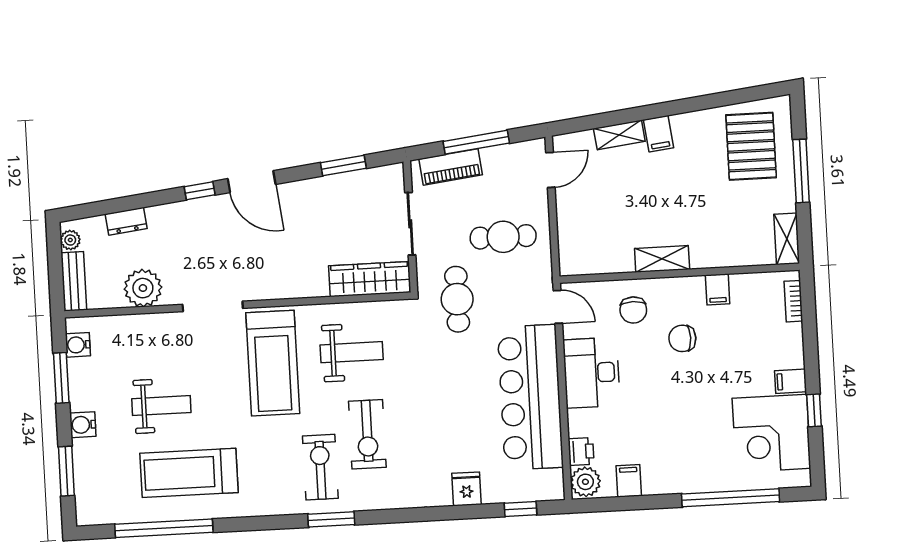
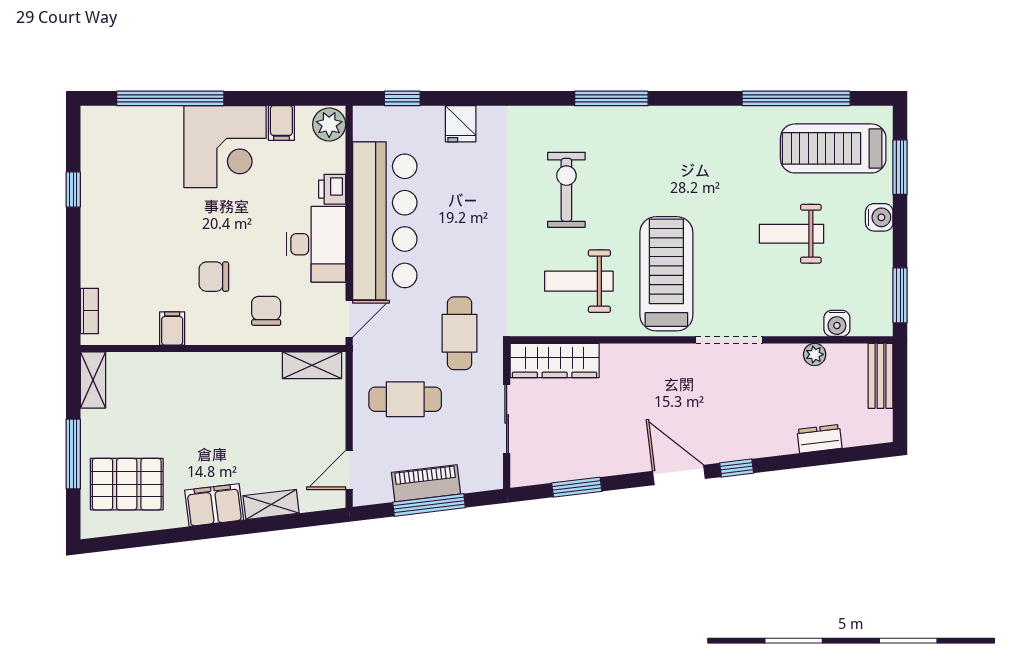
filing cabinet: (659, 134) -> (214, 505), width x2.00
pallet: (751, 146) -> (127, 484), turned 90
piano: (451, 167) -> (426, 483), moved
plant: (70, 240) -> (882, 421), removed
shelving: (662, 259) -> (312, 365), moved
plant: (143, 288) -> (815, 354), width x0.53, depth x0.53
door: (558, 307) -> (349, 319), swing flipped
chair: (682, 338) -> (214, 277), turned 180
water cooler: (78, 345) -> (837, 323), moved, turned 90
window: (61, 378) -> (900, 295), moved
filing cabinet: (791, 381) -> (97, 223), removed
corner desk: (771, 433) -> (225, 147), moved, turned 90
printer: (581, 451) -> (332, 189), moved
exercise bike: (320, 467) -> (620, 156), removed
treadmill: (189, 473) -> (833, 148), moved, turned 180
window: (331, 519) -> (611, 98), width x1.44

